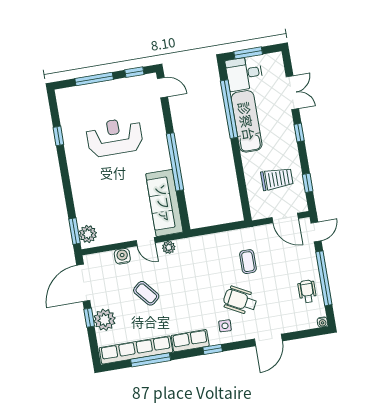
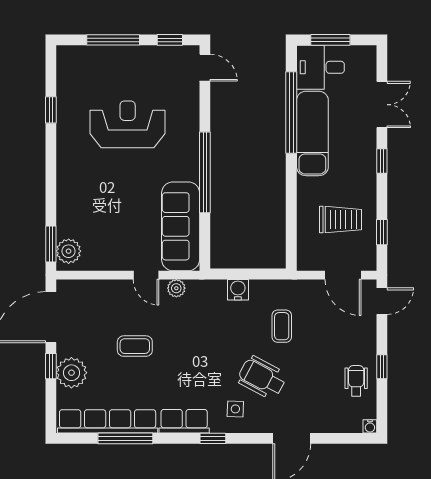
water cooler: (122, 256) -> (238, 290), moved
window: (324, 278) -> (382, 367), width x0.32
coffee table: (146, 293) -> (135, 346), turned -50

